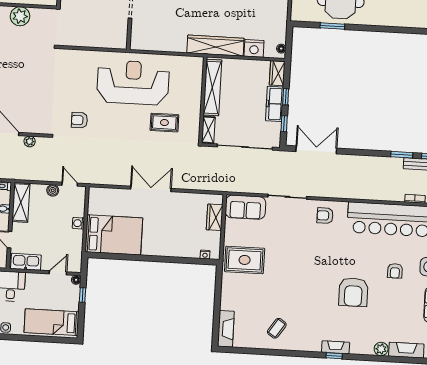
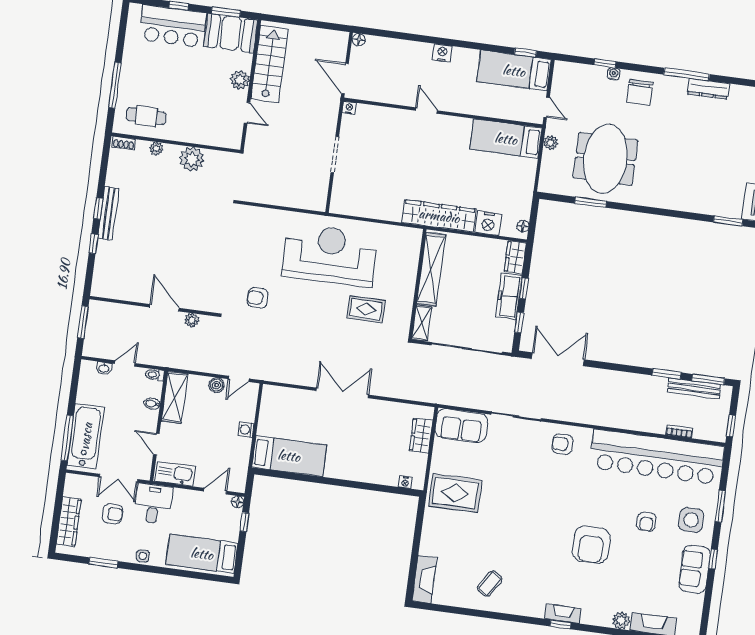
door: (70, 184) -> (239, 379), swing flipped
bed: (114, 235) -> (289, 456), width x0.67

